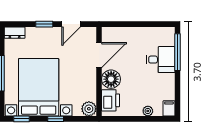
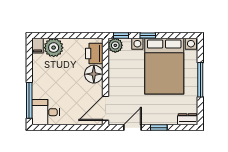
door: (99, 55) -> (105, 108), moved
desk: (161, 60) -> (46, 112), moved
plant: (148, 111) -> (54, 48), width x1.87, depth x1.87
window: (21, 119) -> (121, 35), moved

